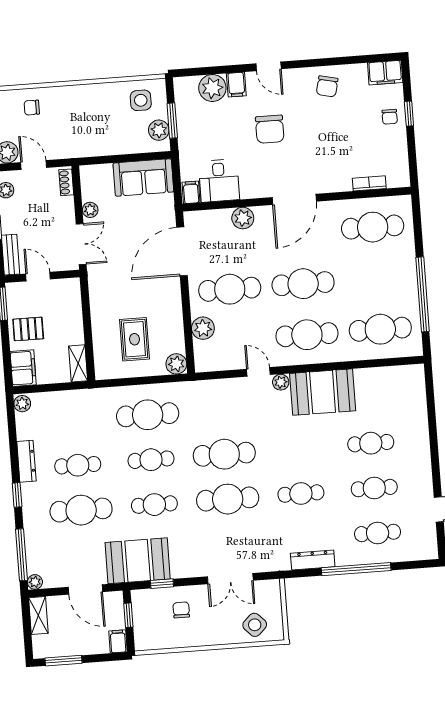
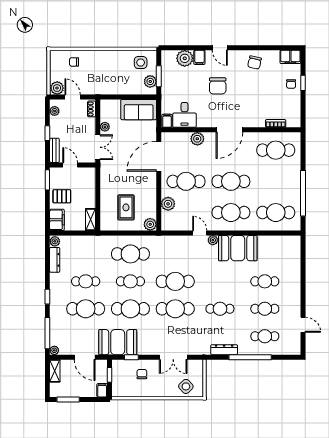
dresser: (26, 461) -> (55, 260), moved
cafe table: (154, 505) -> (130, 309), width x1.37, depth x1.35

